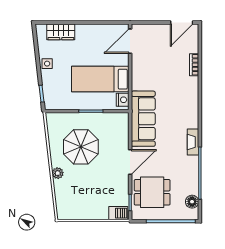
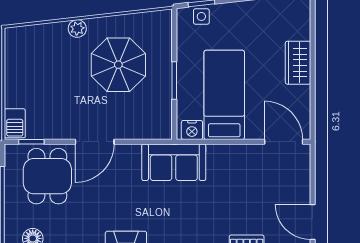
wardrobe: (61, 32) -> (298, 63), moved
side table: (47, 64) -> (201, 16), moved
sofa: (143, 119) -> (174, 162), width x0.73
door: (130, 162) -> (95, 142), hinge flipped

